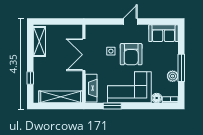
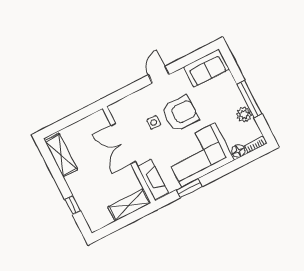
armchair: (131, 54) -> (180, 114), turned -90
shelving: (61, 97) -> (129, 205), width x0.68

